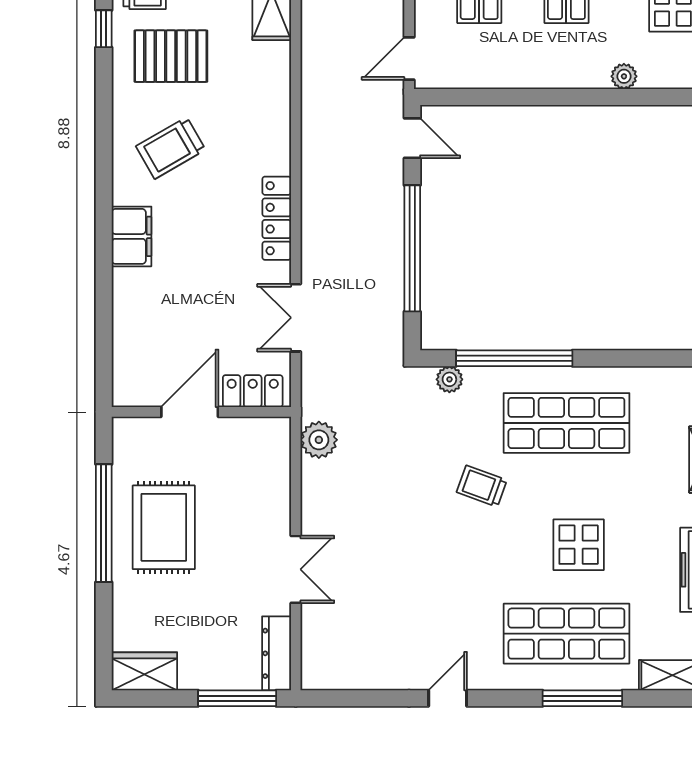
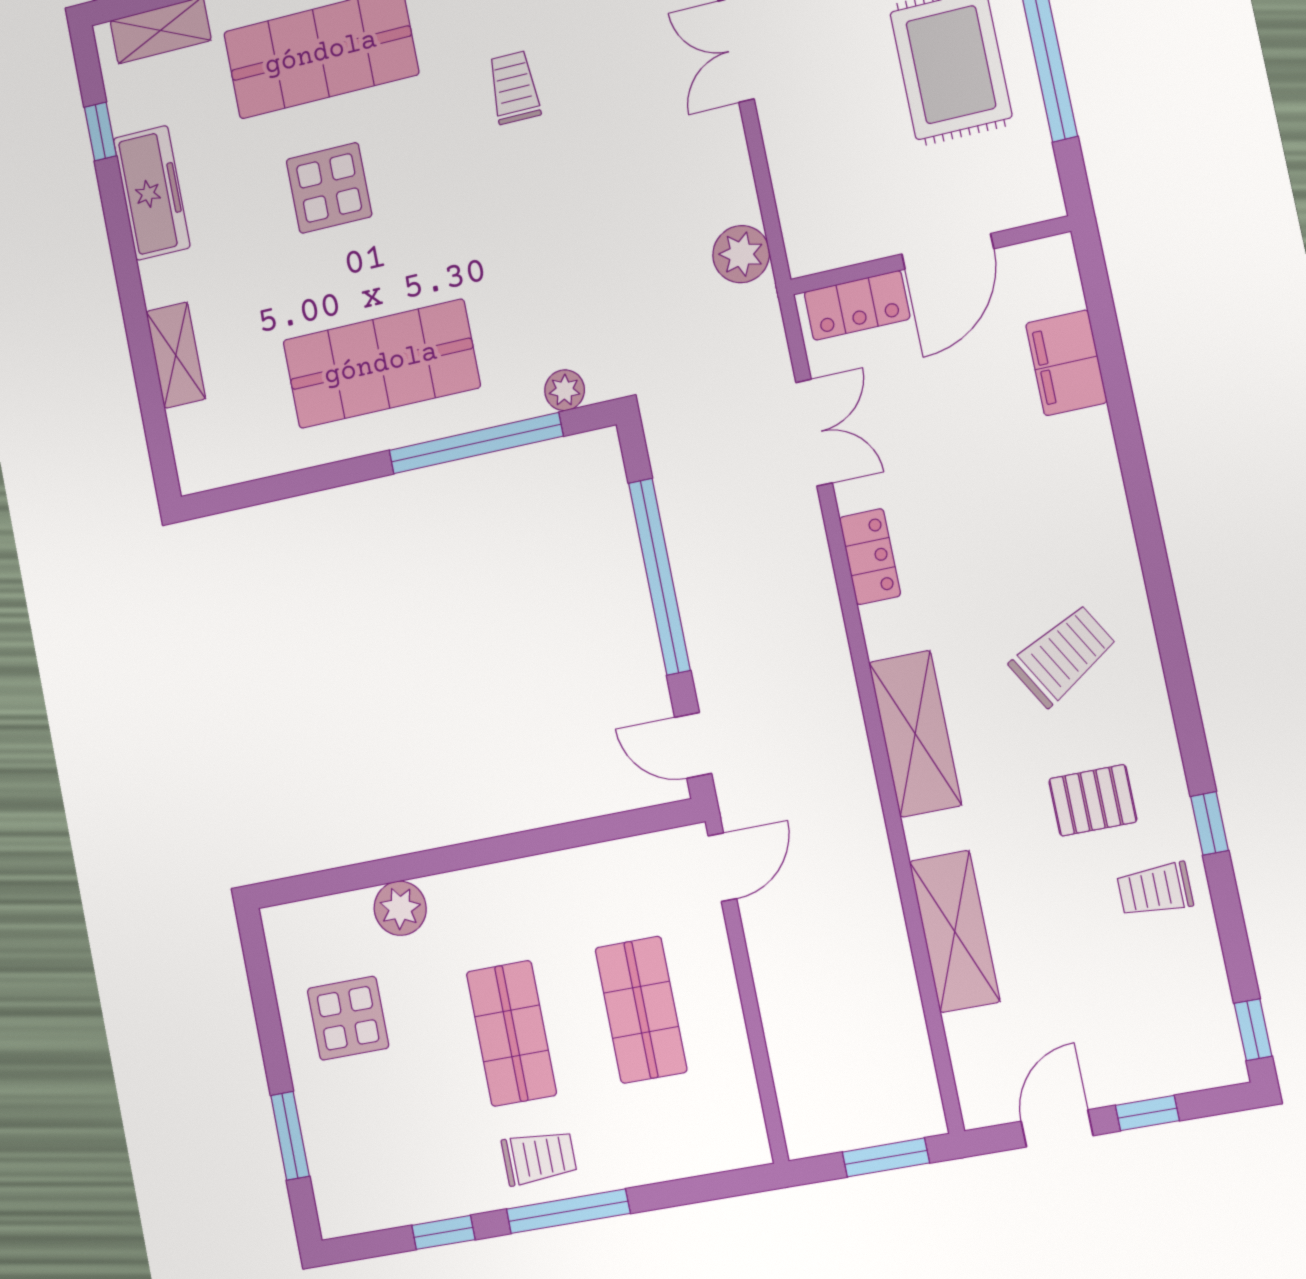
pallet: (171, 56) -> (1093, 800), width x0.67, depth x0.71
plant: (624, 76) -> (400, 908), width x1.38, depth x1.38
shelving: (271, 118) -> (915, 734), added
locker: (277, 218) -> (870, 557), width x0.66
filing cabinet: (132, 236) -> (1066, 363), moved
trolley: (482, 486) -> (514, 88), moved, turned -110

